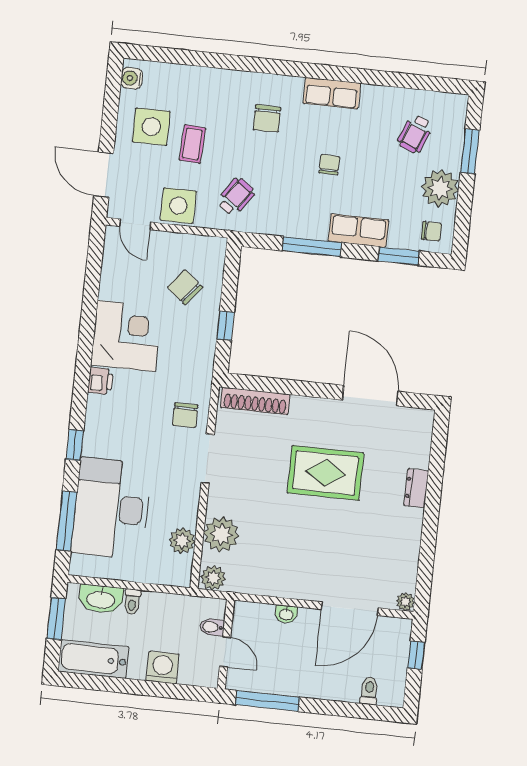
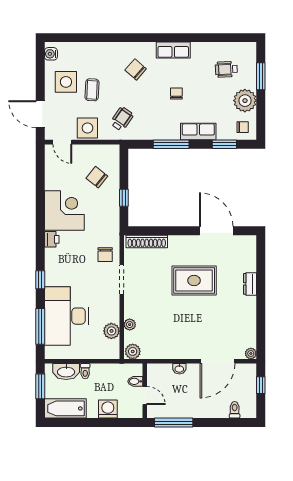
chair: (267, 118) -> (136, 69), turned 131
wheelchair: (415, 134) -> (226, 69), turned 65
plant: (221, 534) -> (130, 325), width x0.53, depth x0.53

